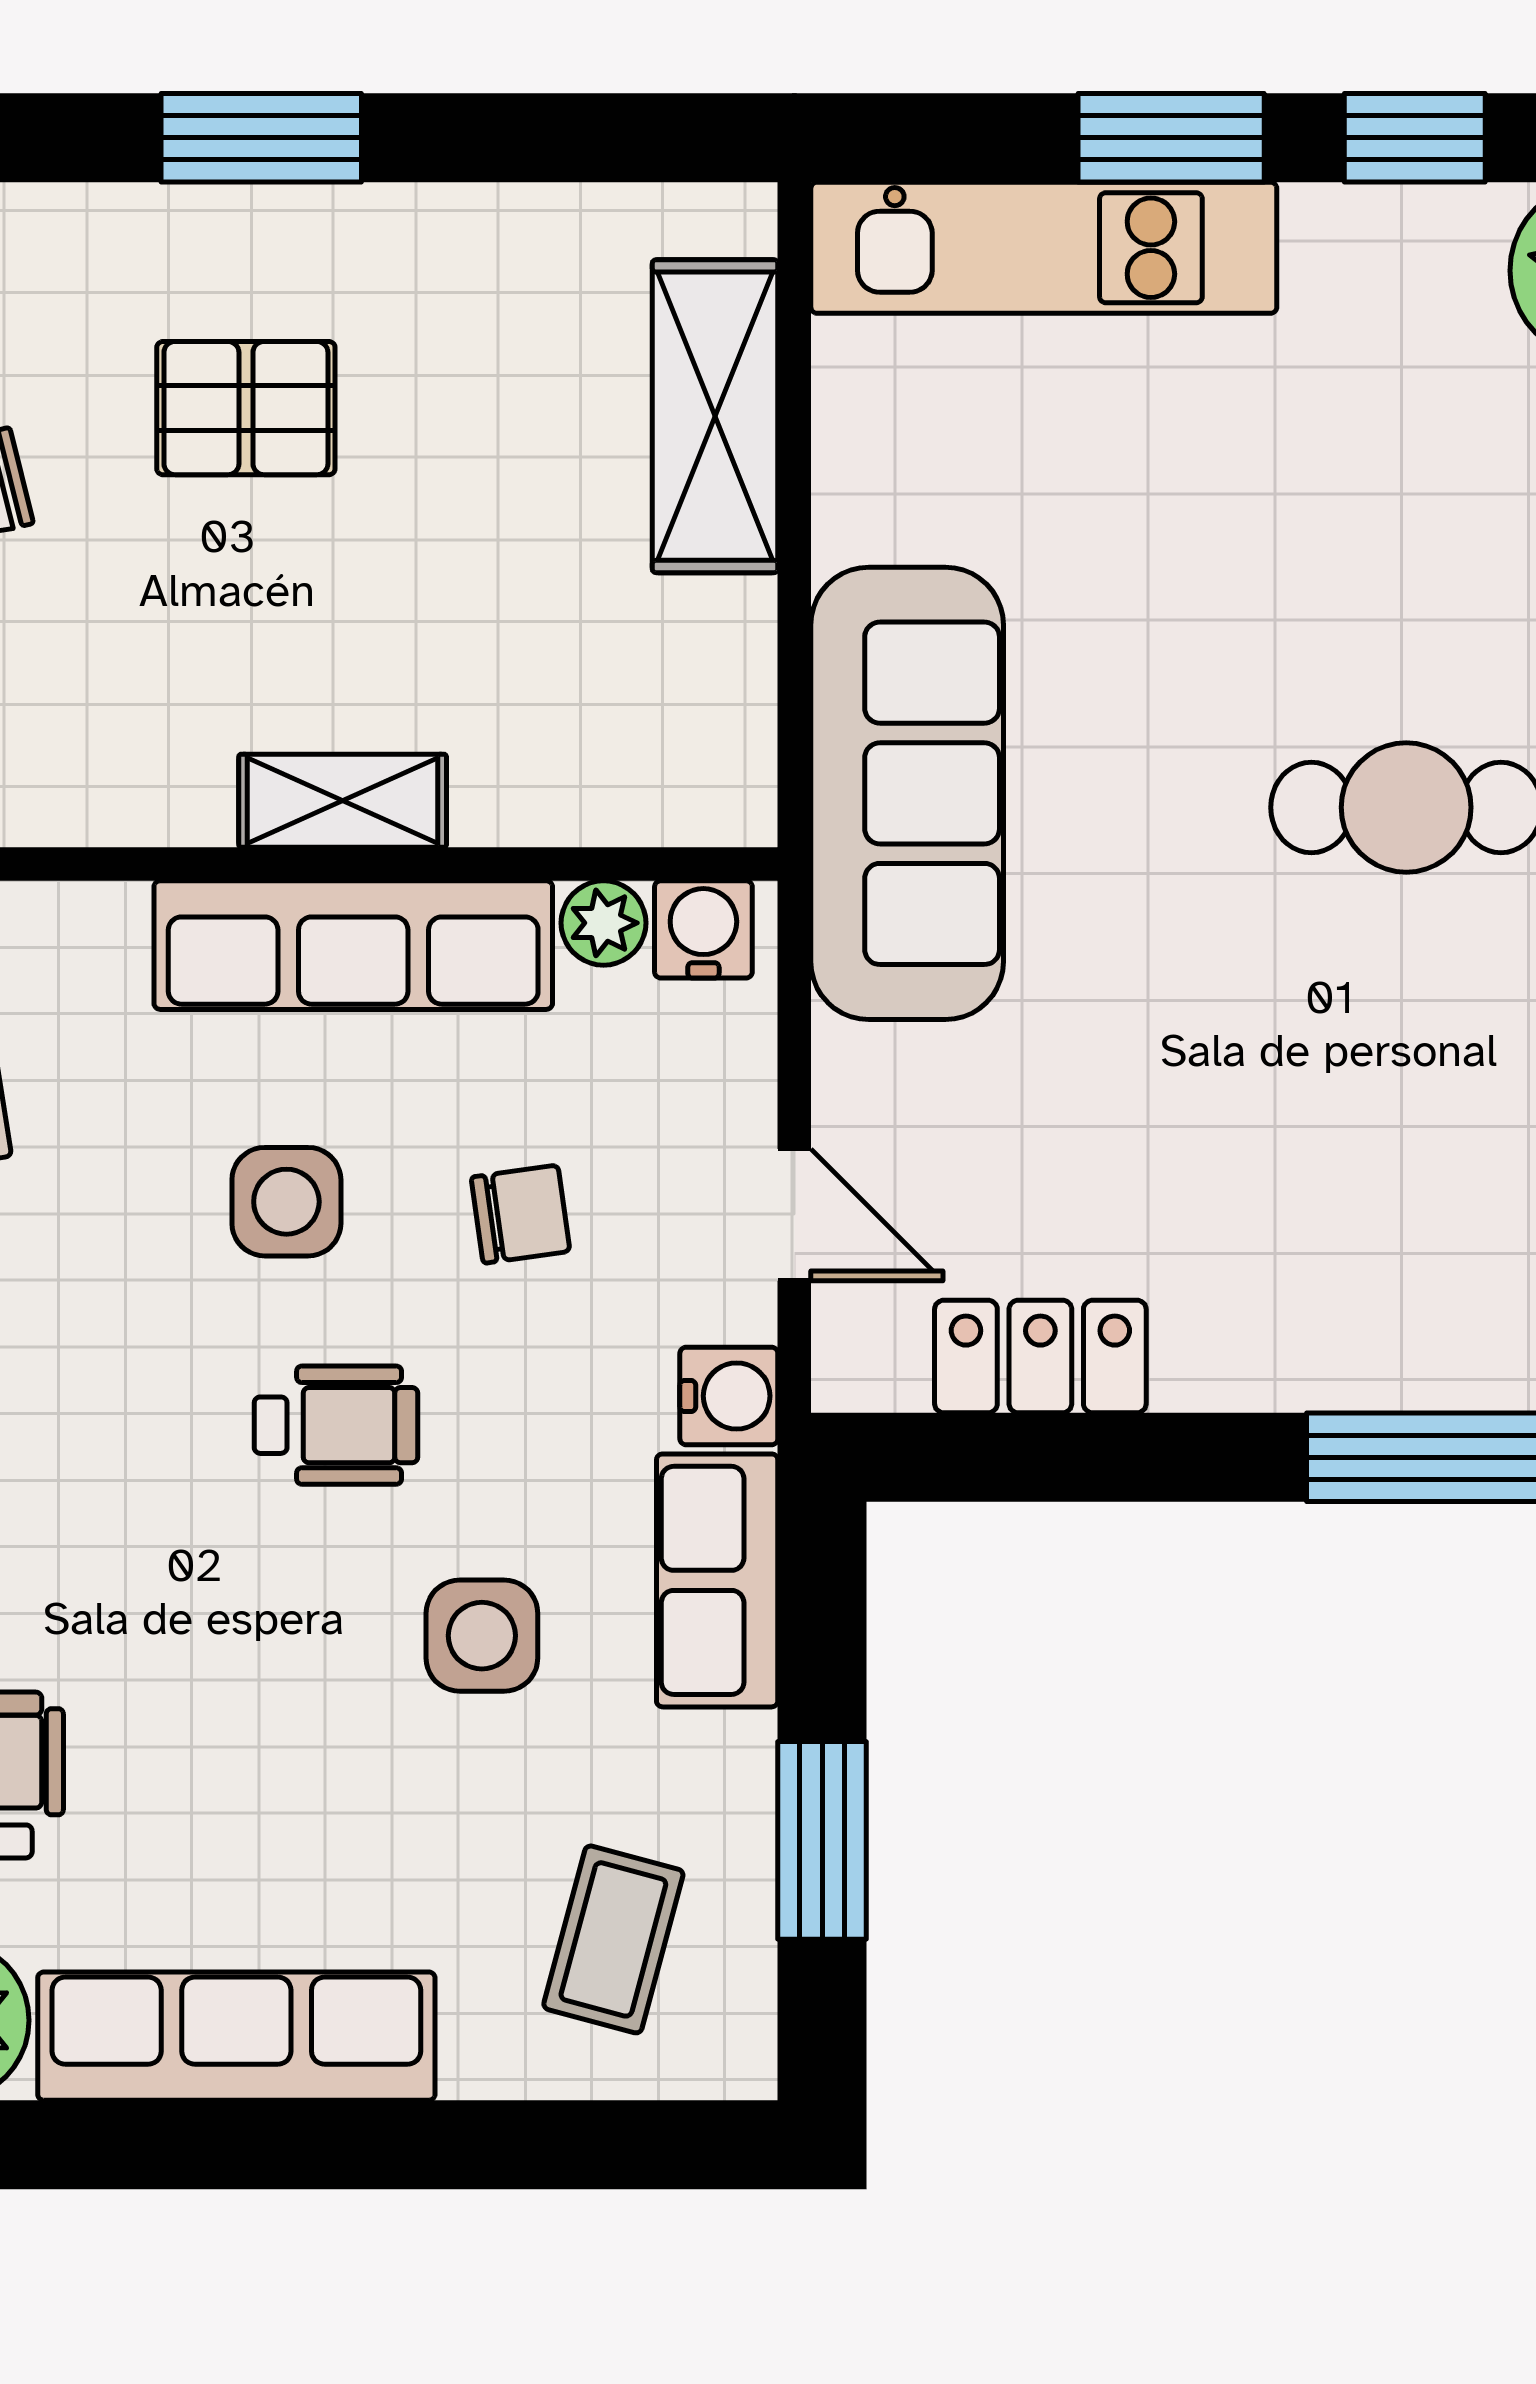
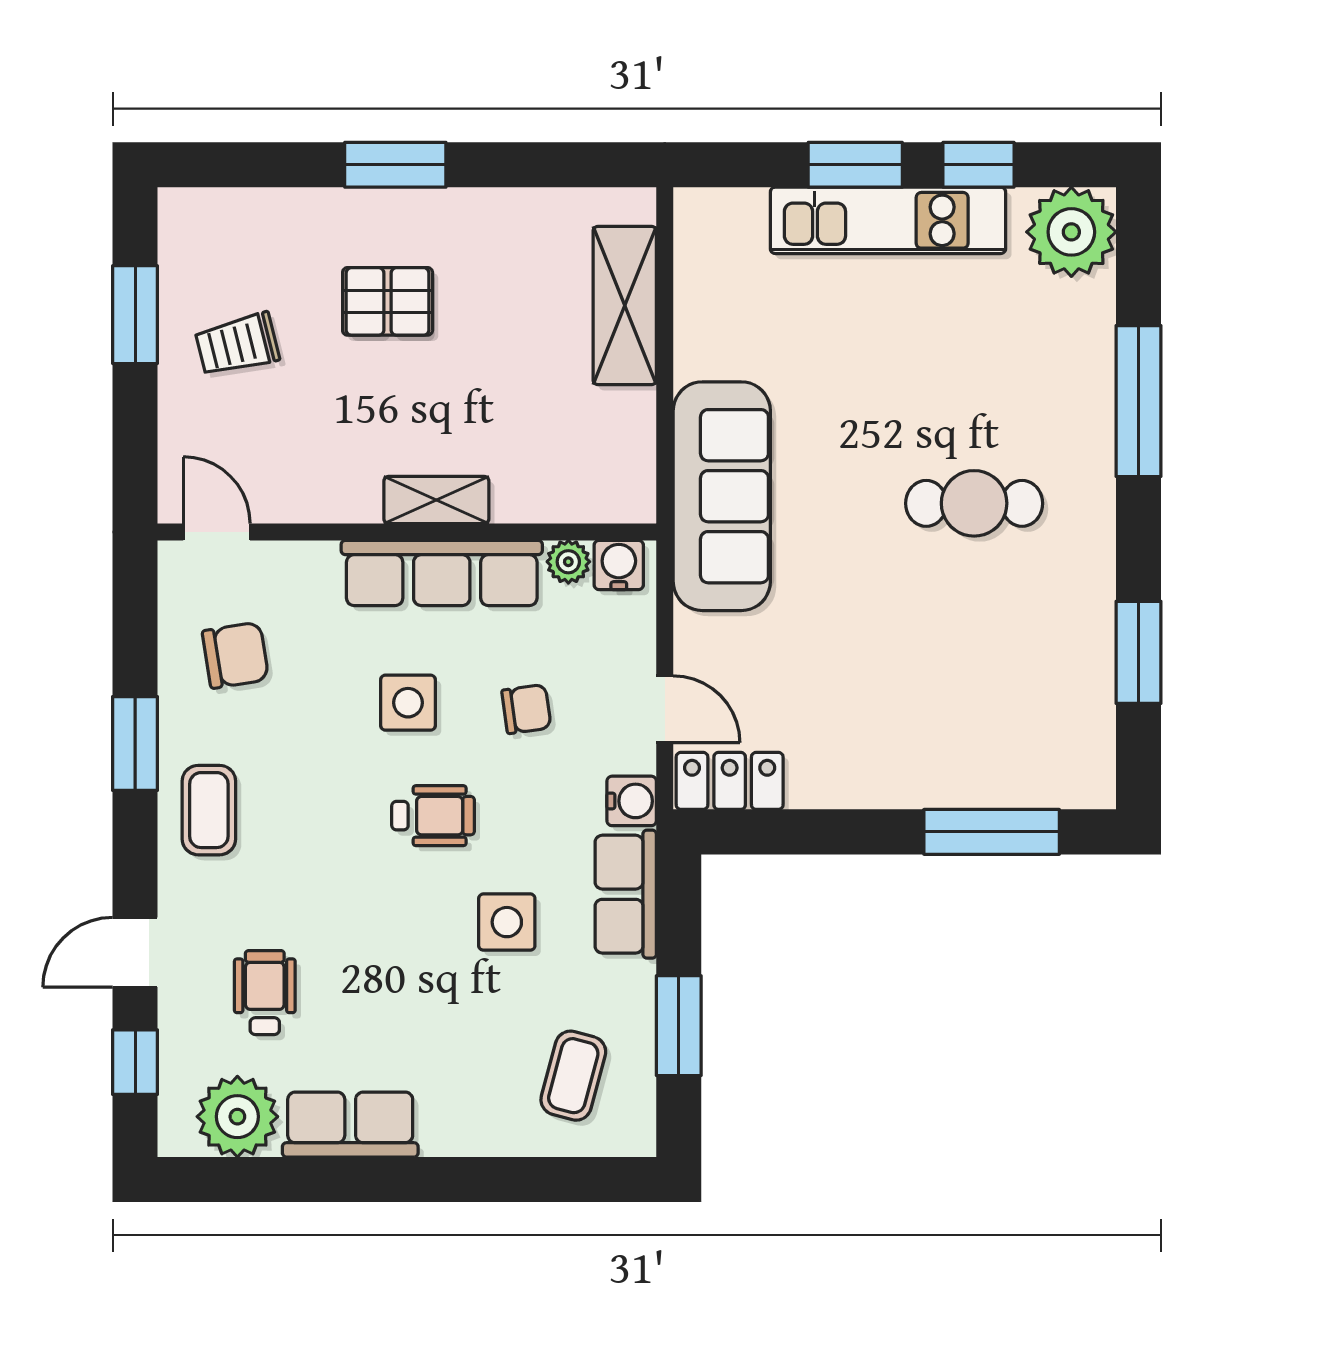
kitchen unit: (1044, 248) -> (888, 220), moved
locker: (1040, 1356) -> (730, 781), moved
row of seats: (236, 2036) -> (350, 1125), width x0.68

